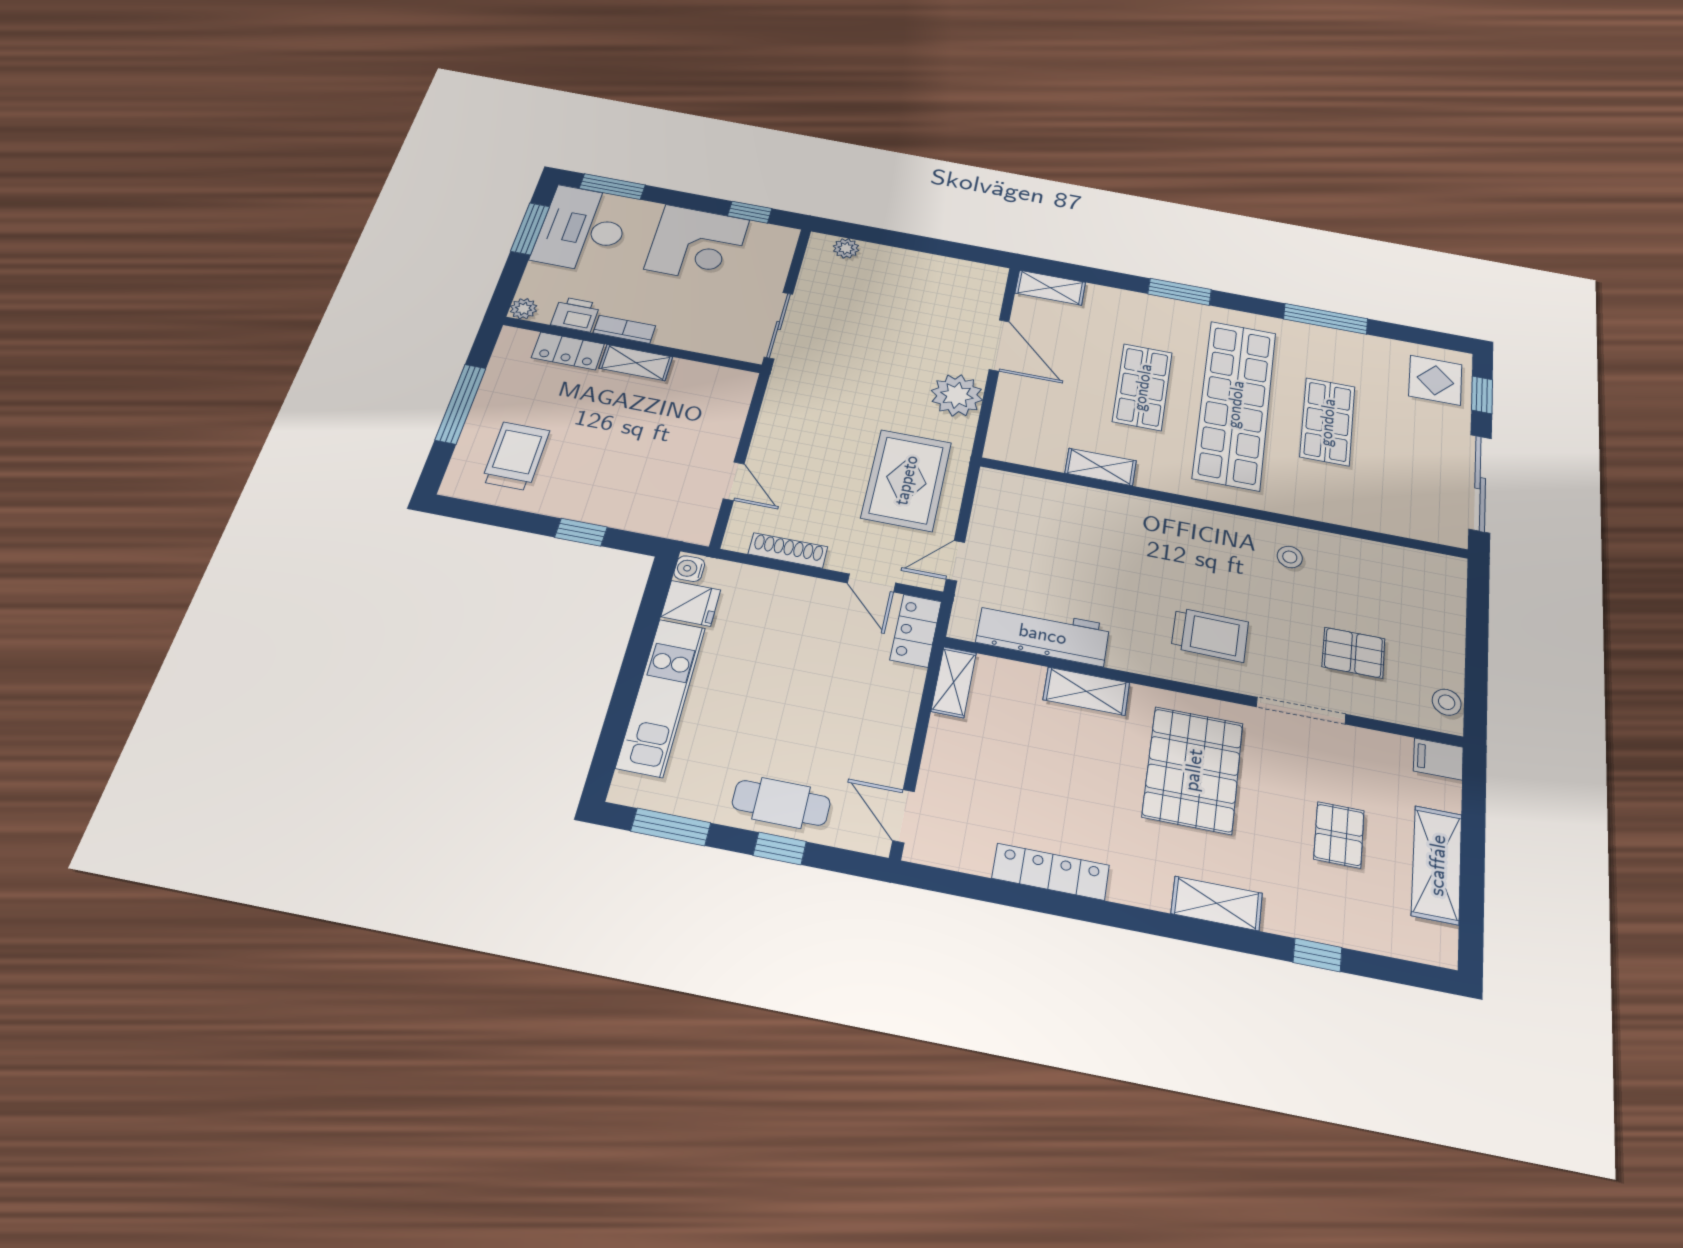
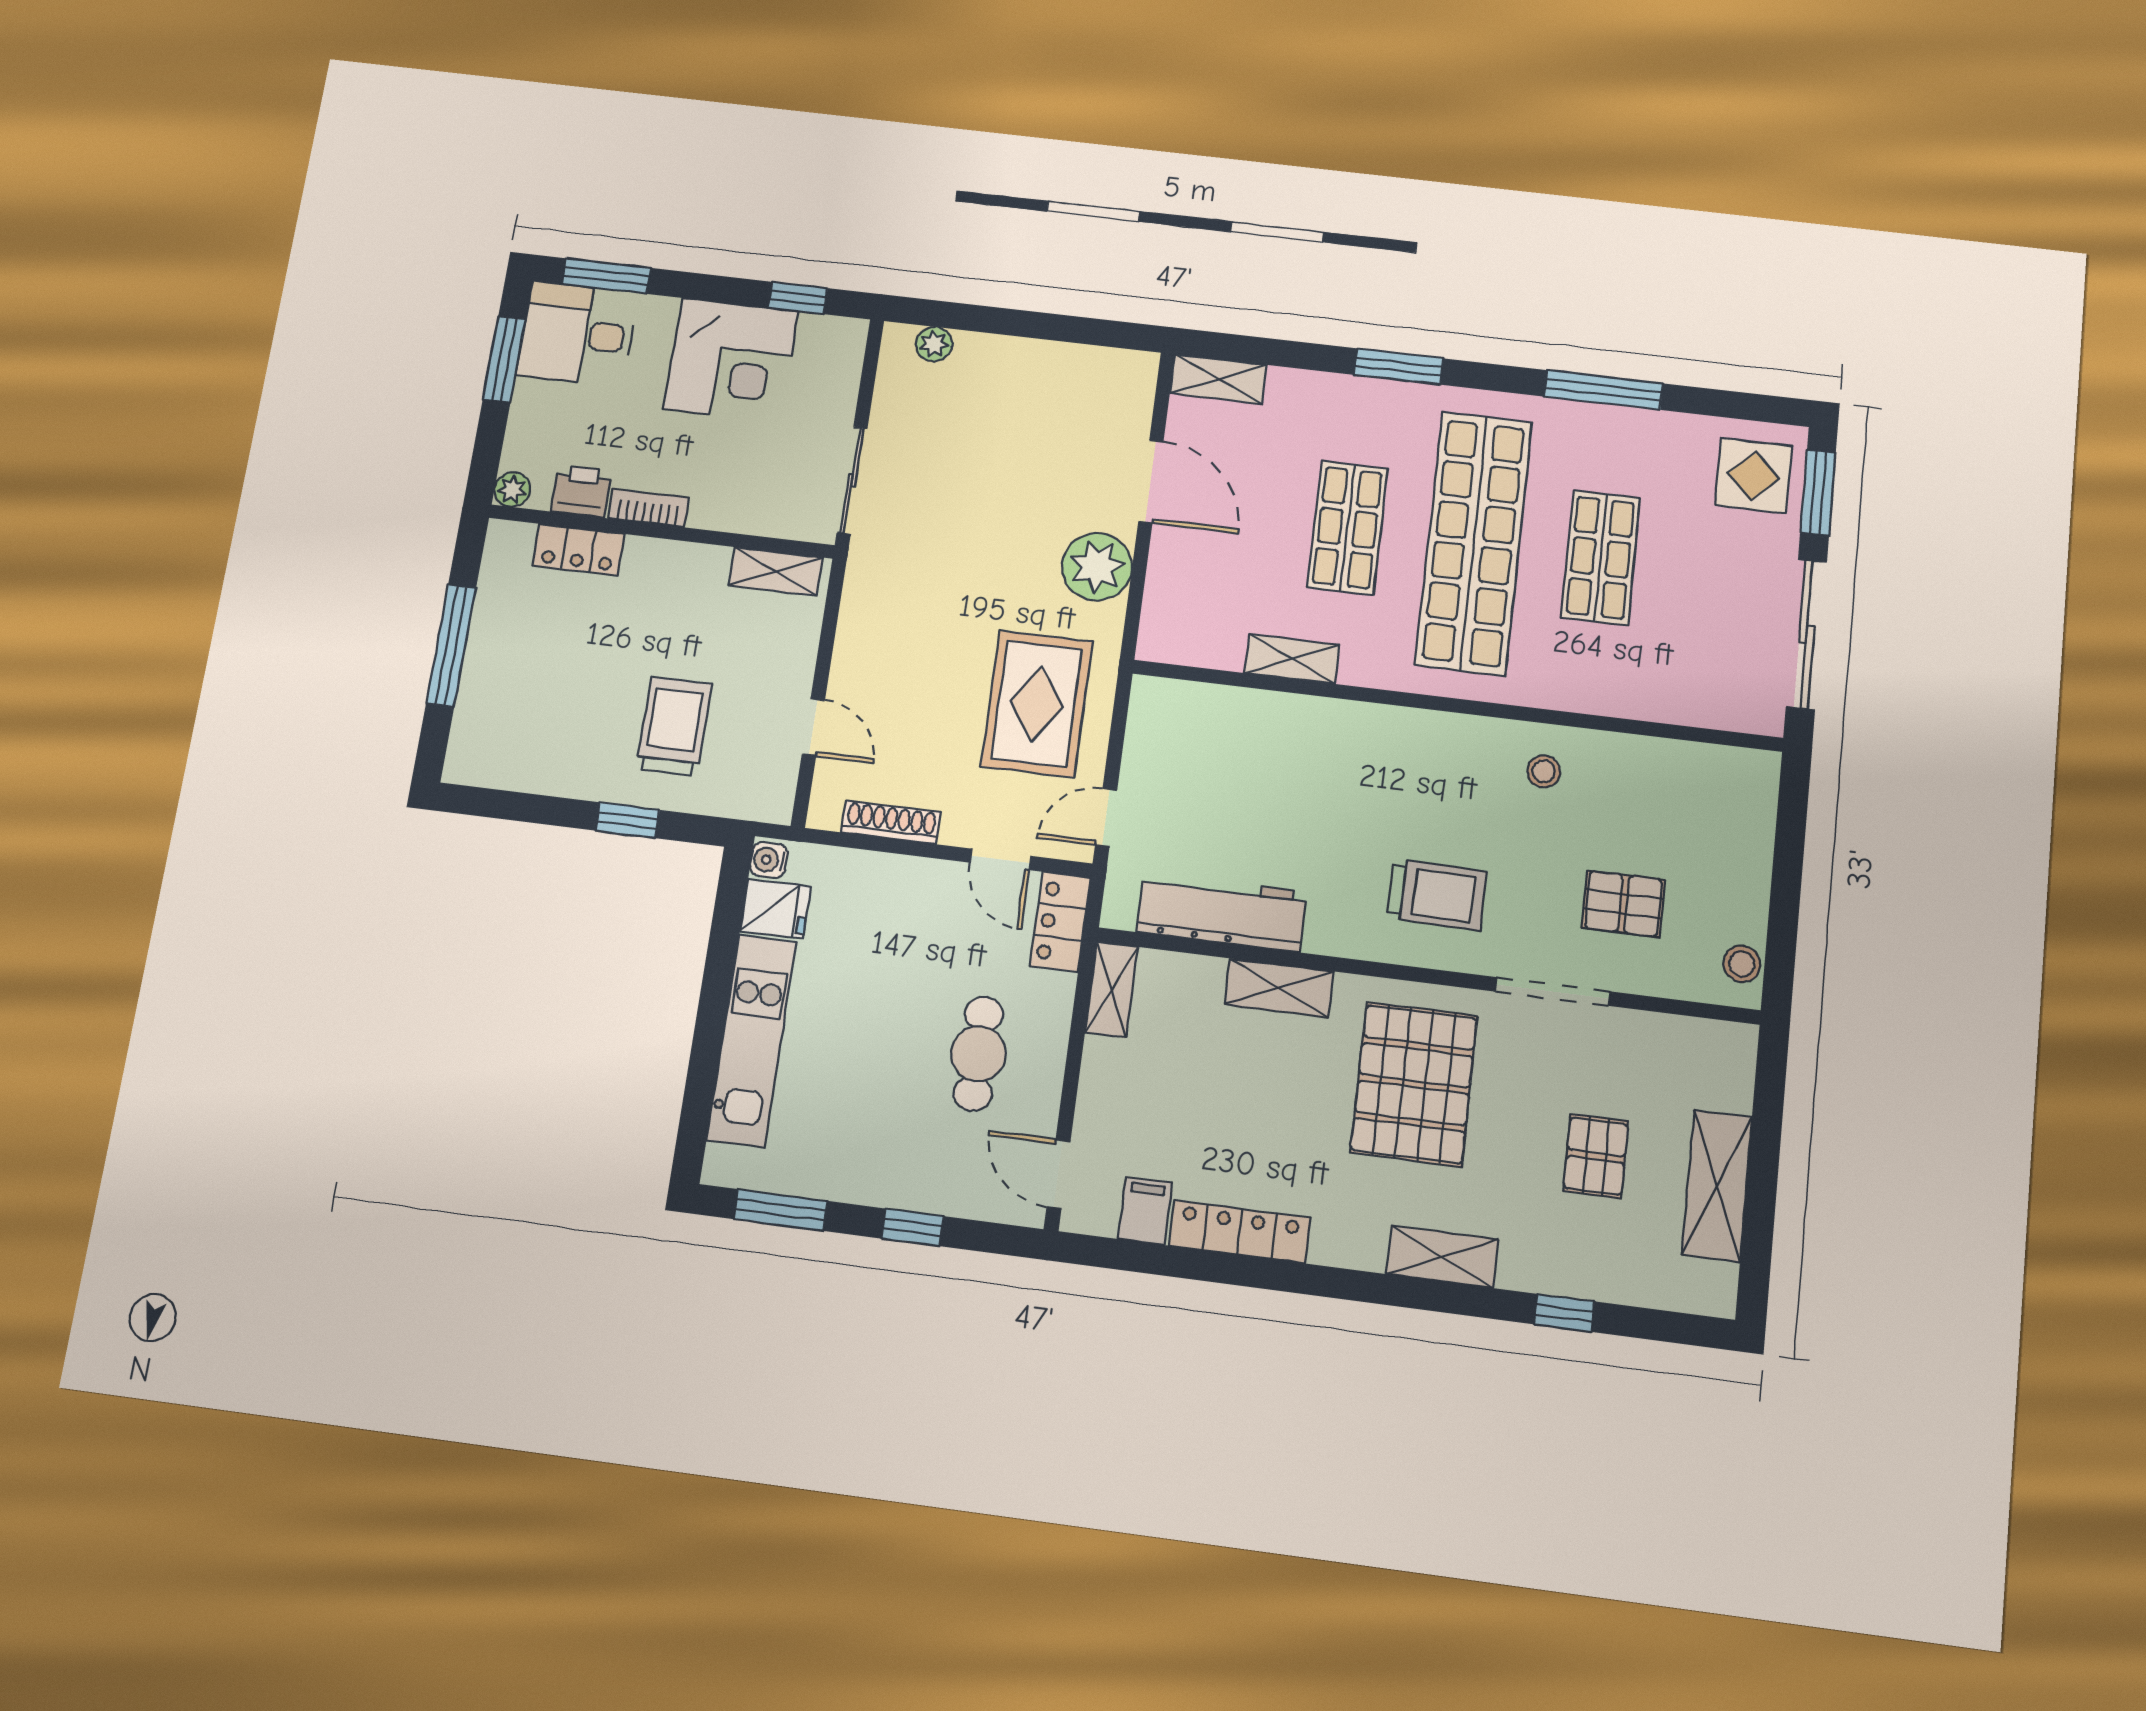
desk: (582, 229) -> (577, 334), width x0.73
shelving: (636, 363) -> (776, 572), moved
window: (1482, 395) -> (1818, 493), width x1.50
trolley: (516, 456) -> (674, 726), moved
filing cabinet: (1438, 759) -> (1145, 1211), moved, turned 90
cafe table: (781, 803) -> (978, 1054), moved, turned 90

